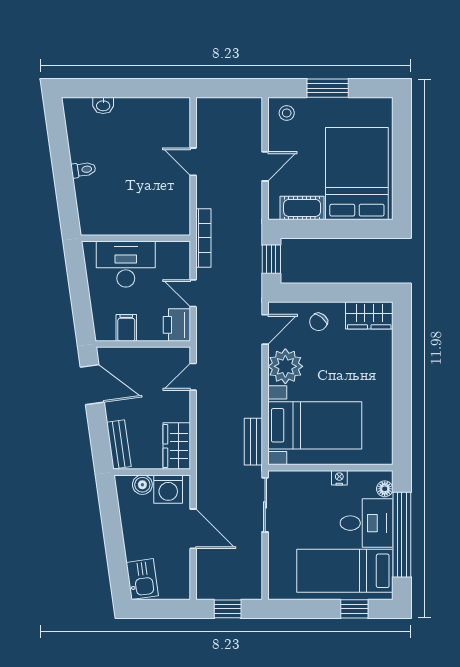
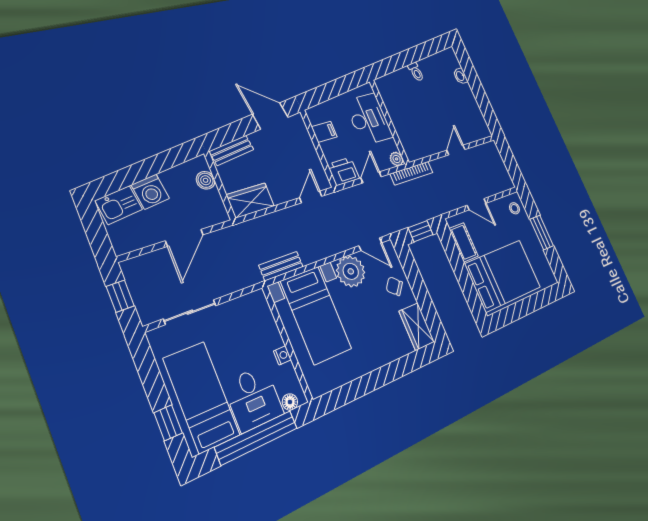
plant: (182, 250) -> (397, 159), added
door: (193, 377) -> (311, 197), hinge flipped
door: (92, 385) -> (270, 116), swing flipped
washing machine: (168, 489) -> (150, 192), moved, turned -98
sliding door: (265, 505) -> (190, 312), moved

